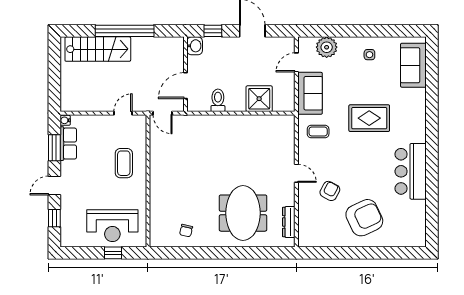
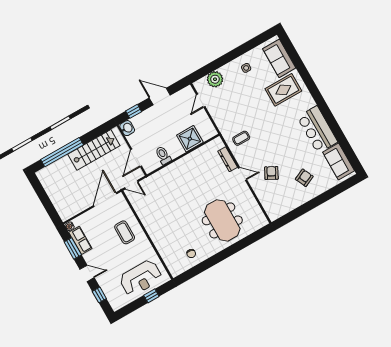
window: (125, 31) -> (62, 152), moved
stairs: (98, 49) -> (94, 150), moved
sofa: (310, 93) -> (339, 162), moved, turned 180
door: (123, 113) -> (105, 200), width x1.88
rug: (369, 118) -> (283, 90), moved
door: (54, 186) -> (87, 273), swing flipped
armchair: (364, 218) -> (304, 178), width x0.53, depth x0.53
dresser: (289, 222) -> (228, 159), moved

